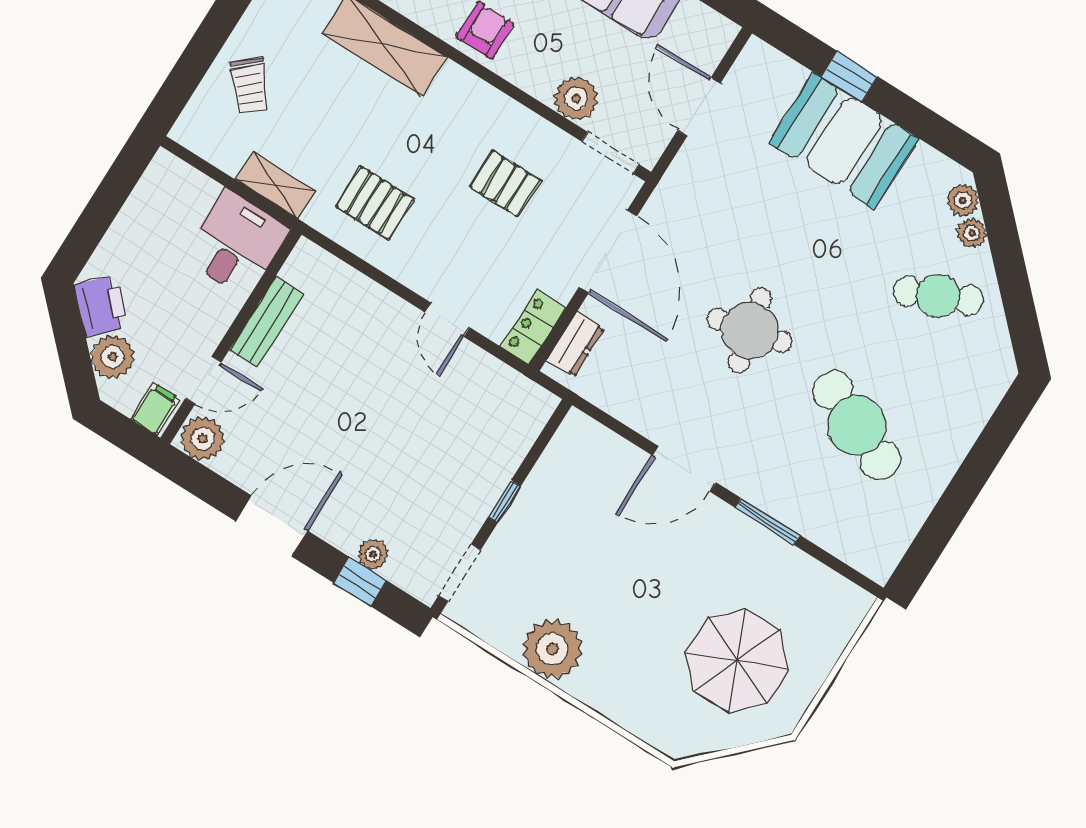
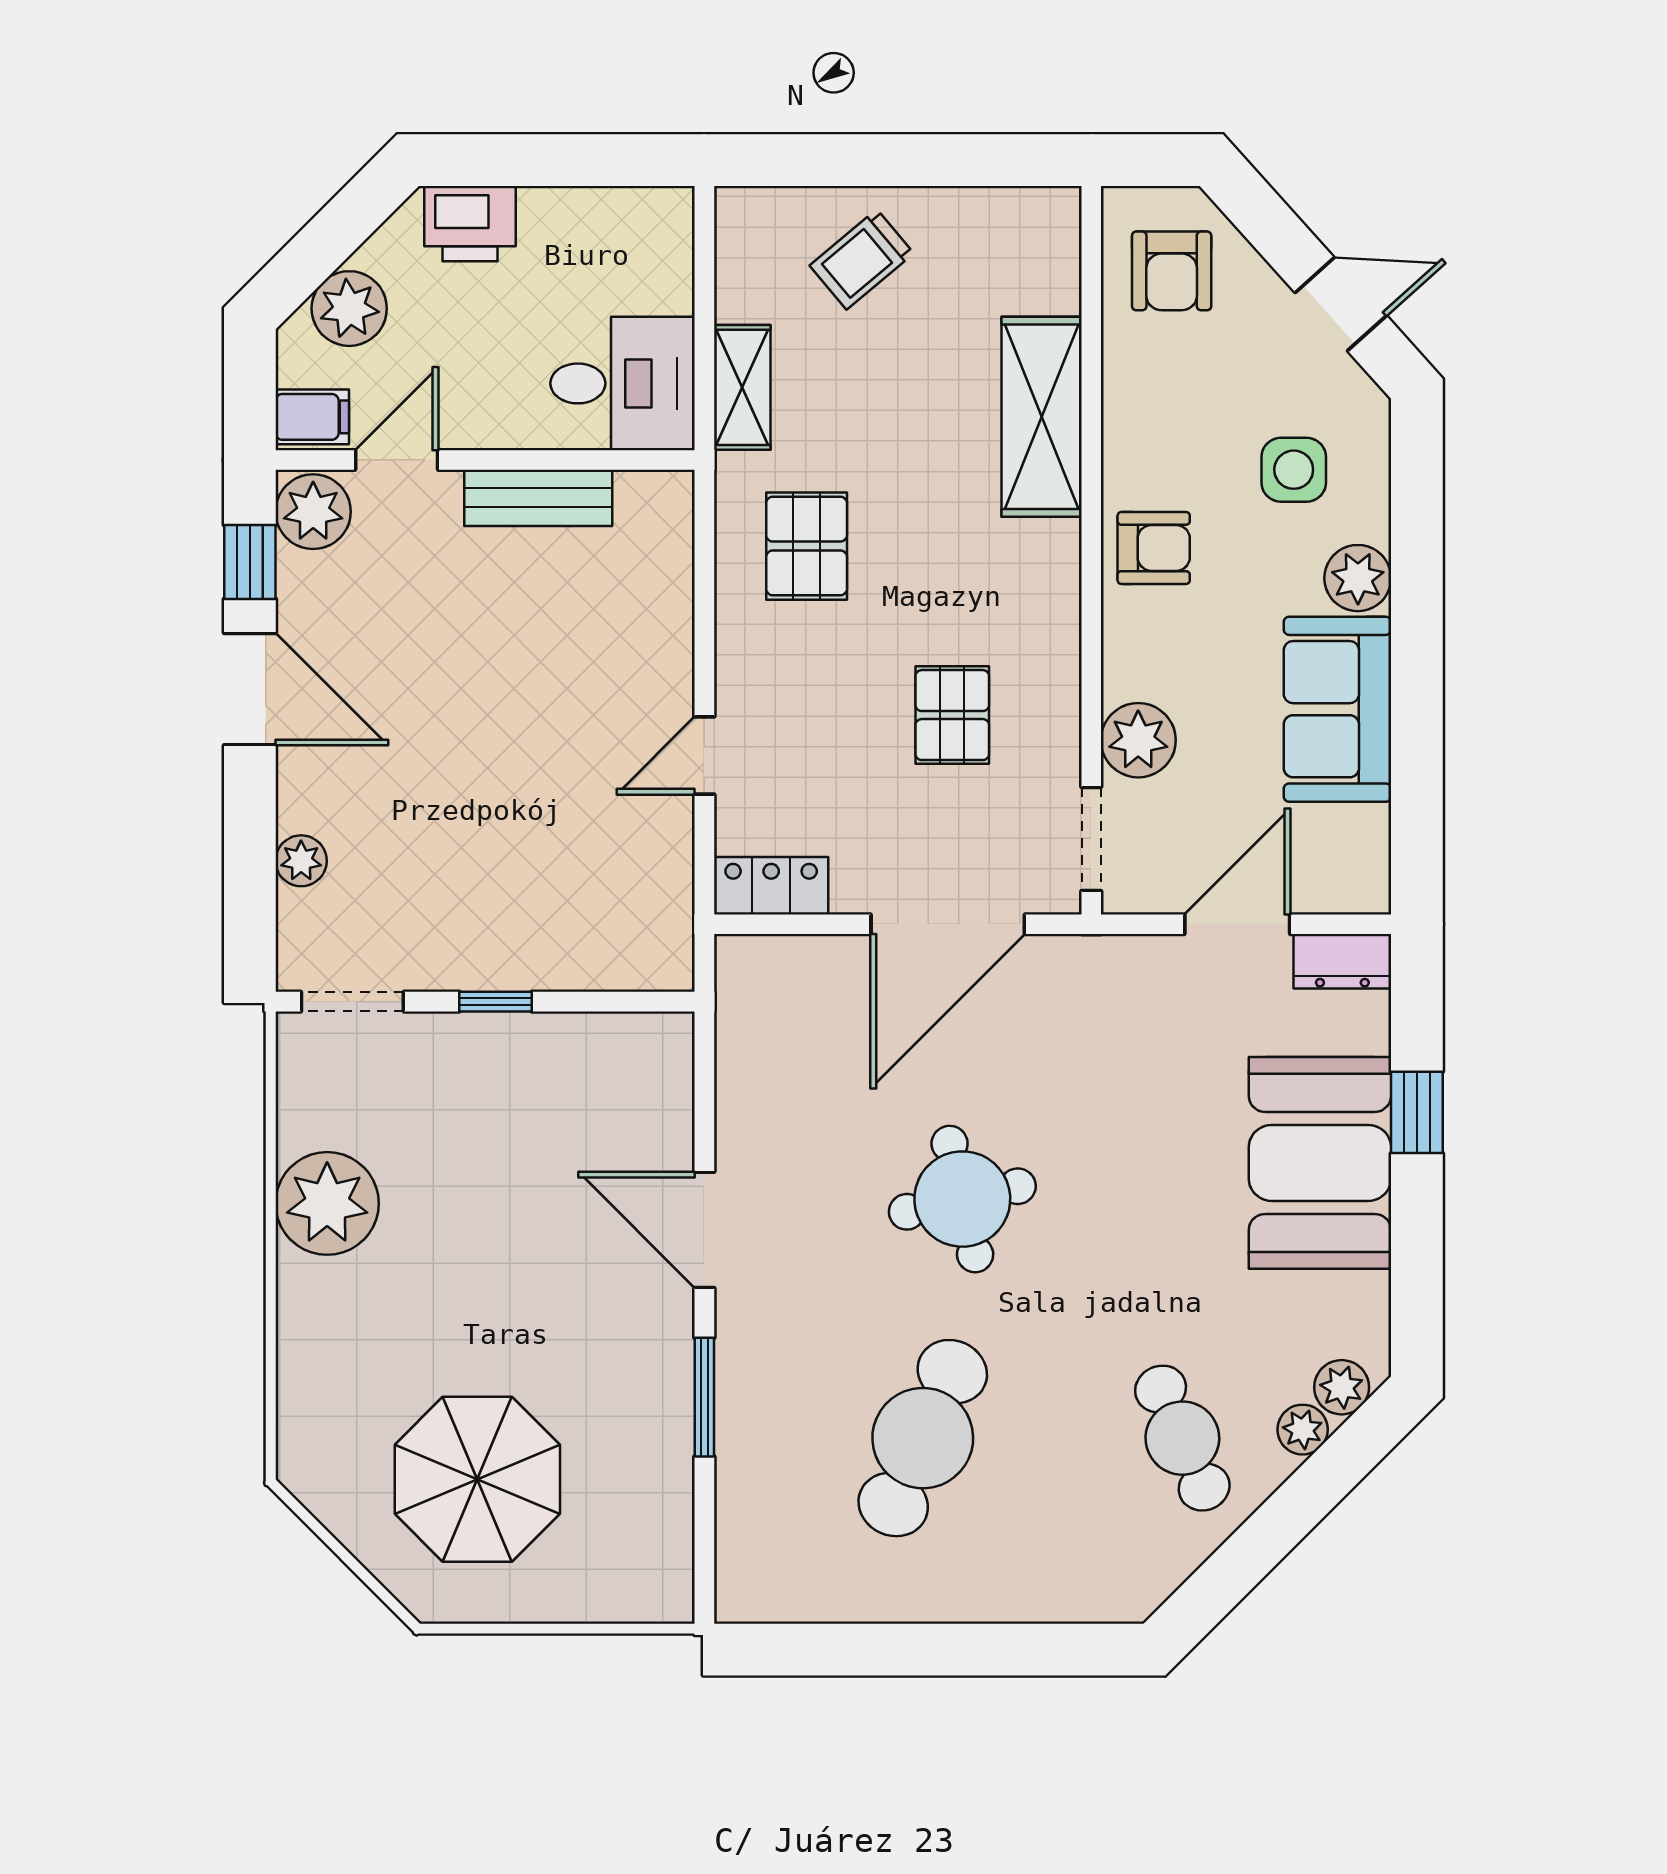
printer: (101, 306) -> (470, 224), moved, turned 45
dresser: (575, 344) -> (1342, 961), moved
door: (203, 381) -> (397, 460), swing flipped
window: (360, 582) -> (250, 562), moved

